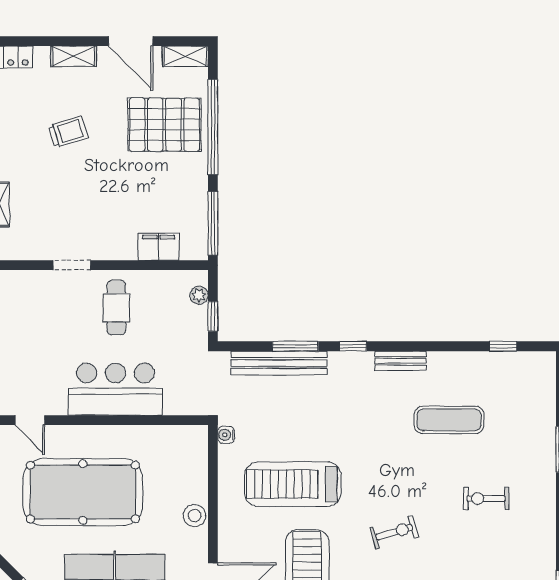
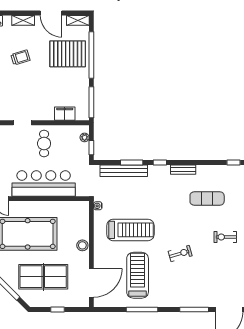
bar counter: (115, 389) -> (44, 183), width x1.36
treadmill: (293, 484) -> (130, 230), turned 180

